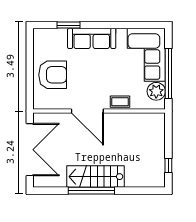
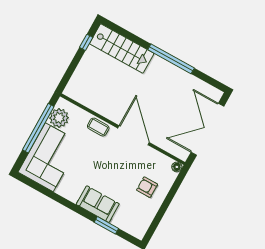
sofa: (92, 38) -> (98, 204), width x0.73
armchair: (53, 75) -> (147, 187), width x0.53, depth x0.53
floor lamp: (38, 105) -> (177, 167), added
stairs: (95, 177) -> (122, 49), moved

